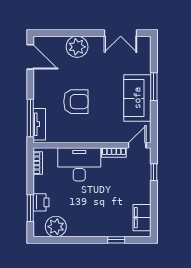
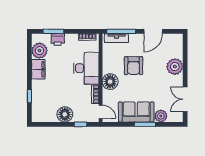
door: (30, 57) -> (153, 31), moved
plant: (143, 65) -> (161, 116), added
floor lamp: (97, 133) -> (110, 82), added
floor lamp: (141, 193) -> (65, 114), added
filing cabinet: (142, 218) -> (38, 69), moved, turned 90

